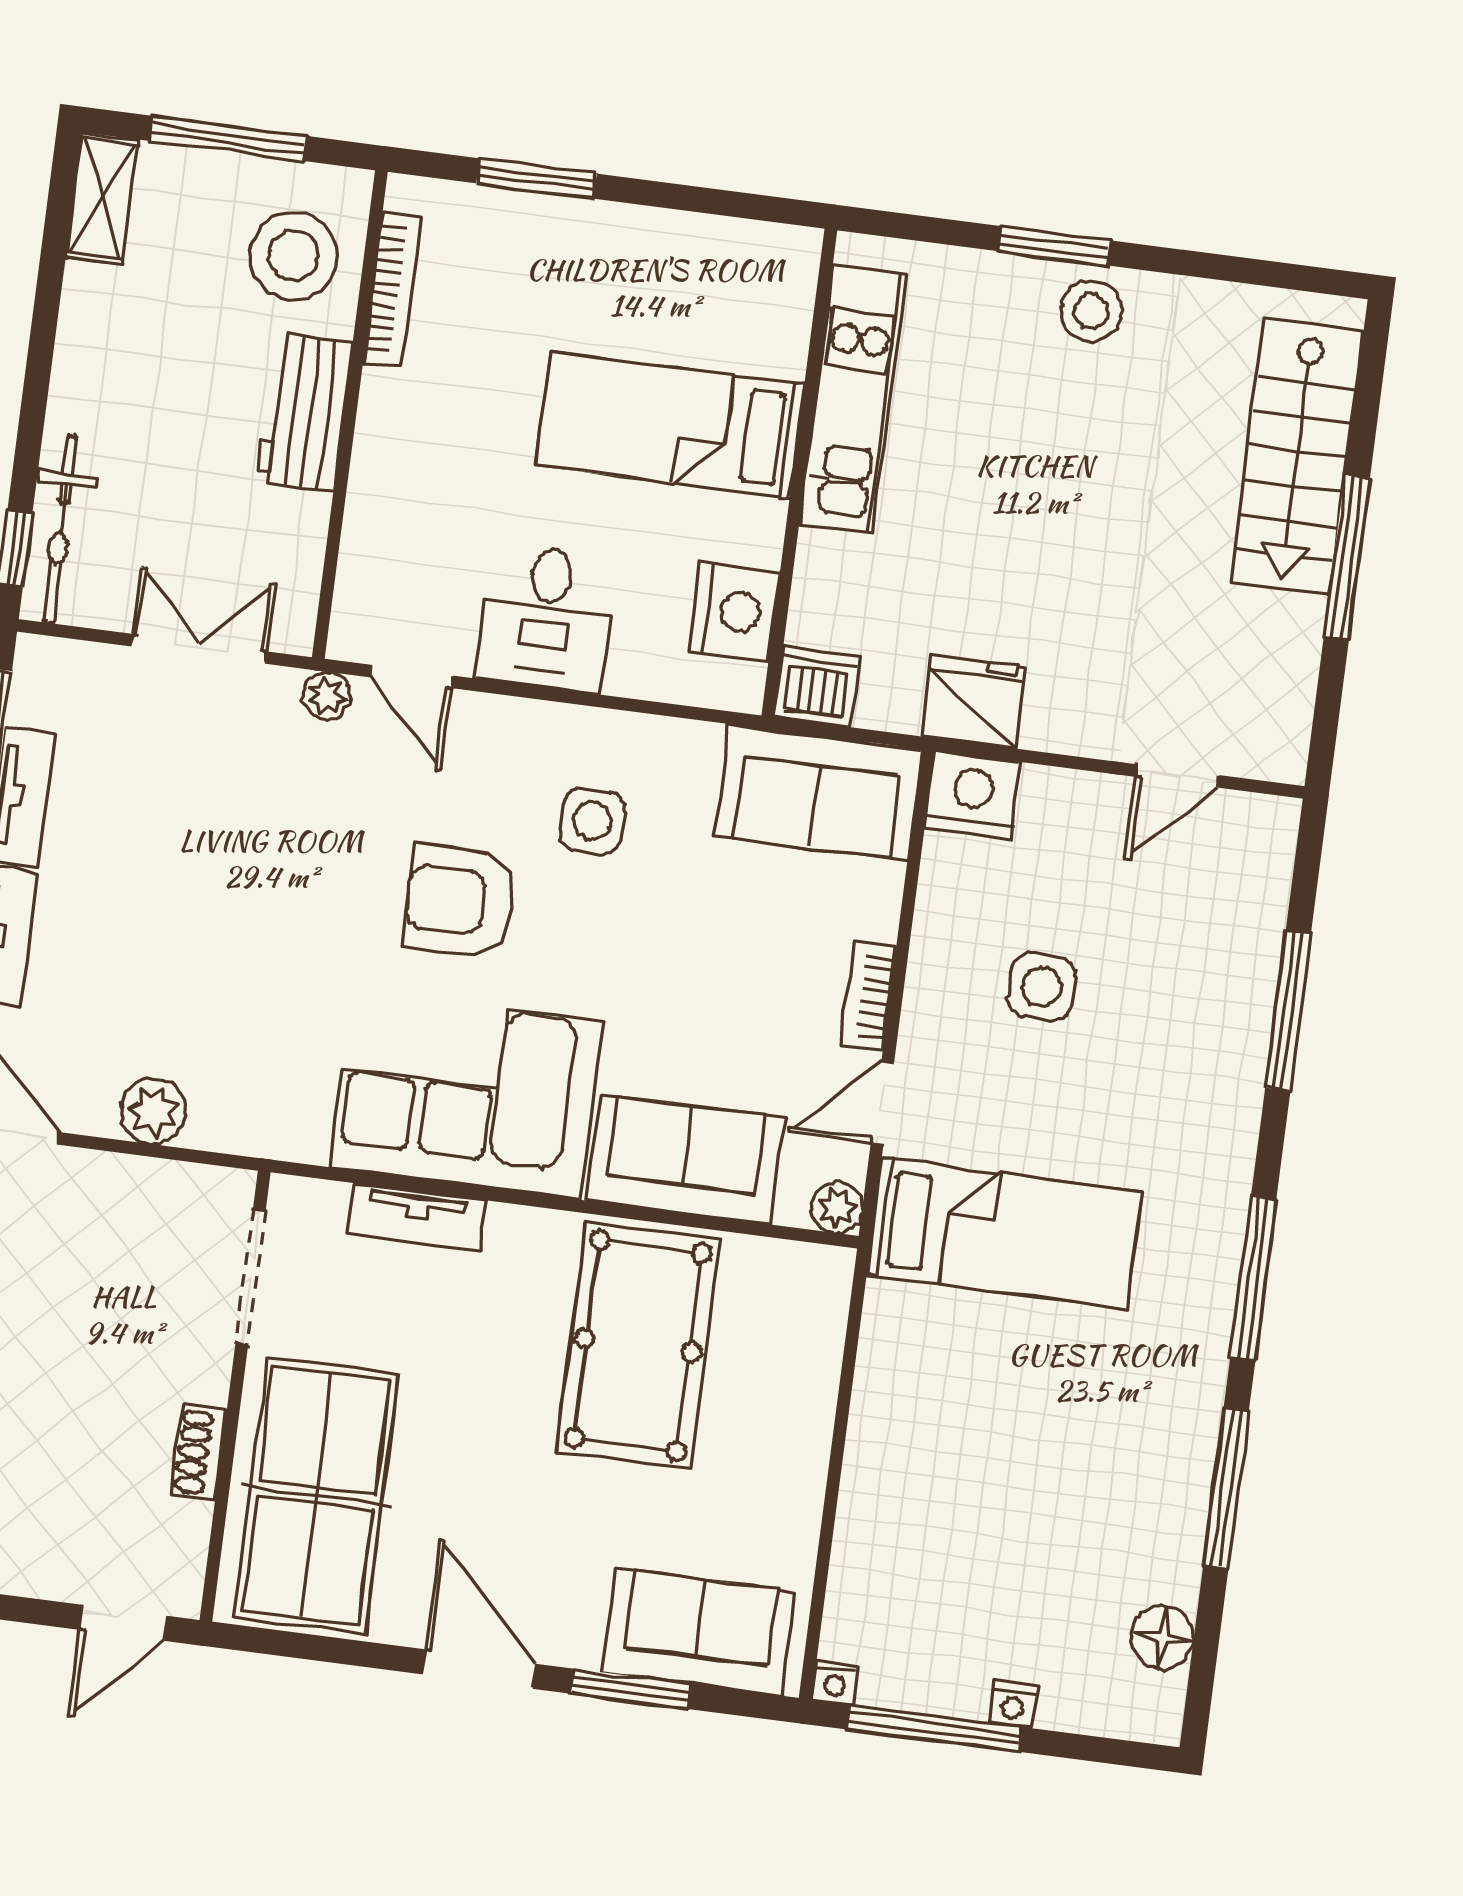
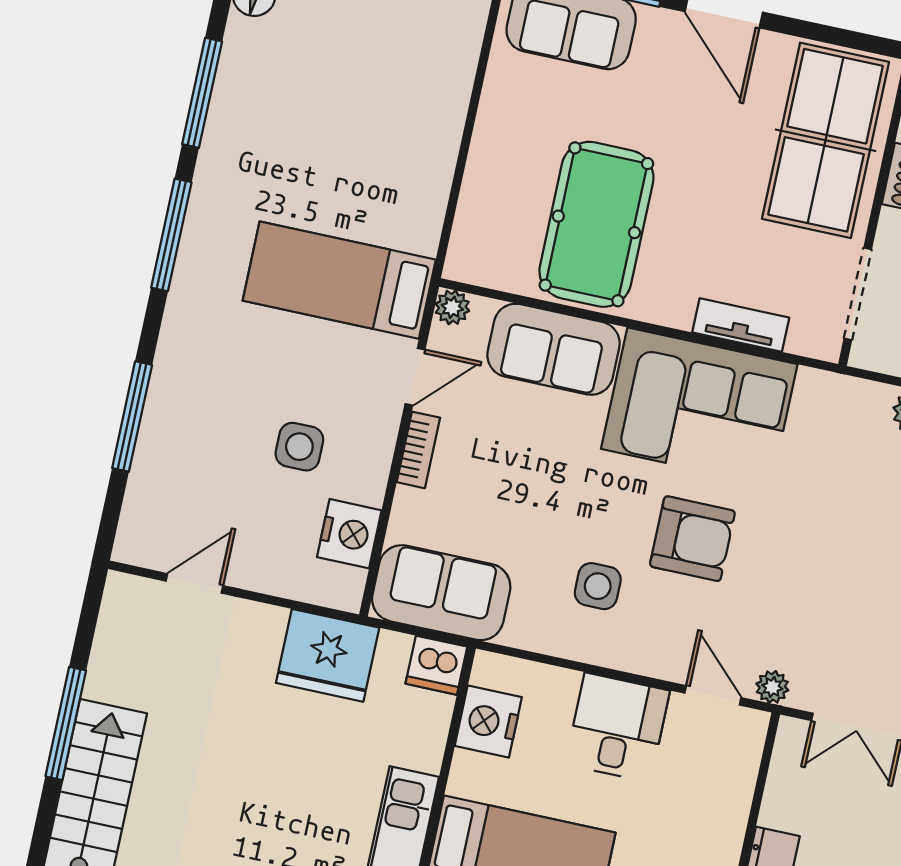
fridge: (974, 702) -> (328, 655), width x1.36, depth x1.34
nightstand: (973, 795) -> (349, 534), moved, turned -90

